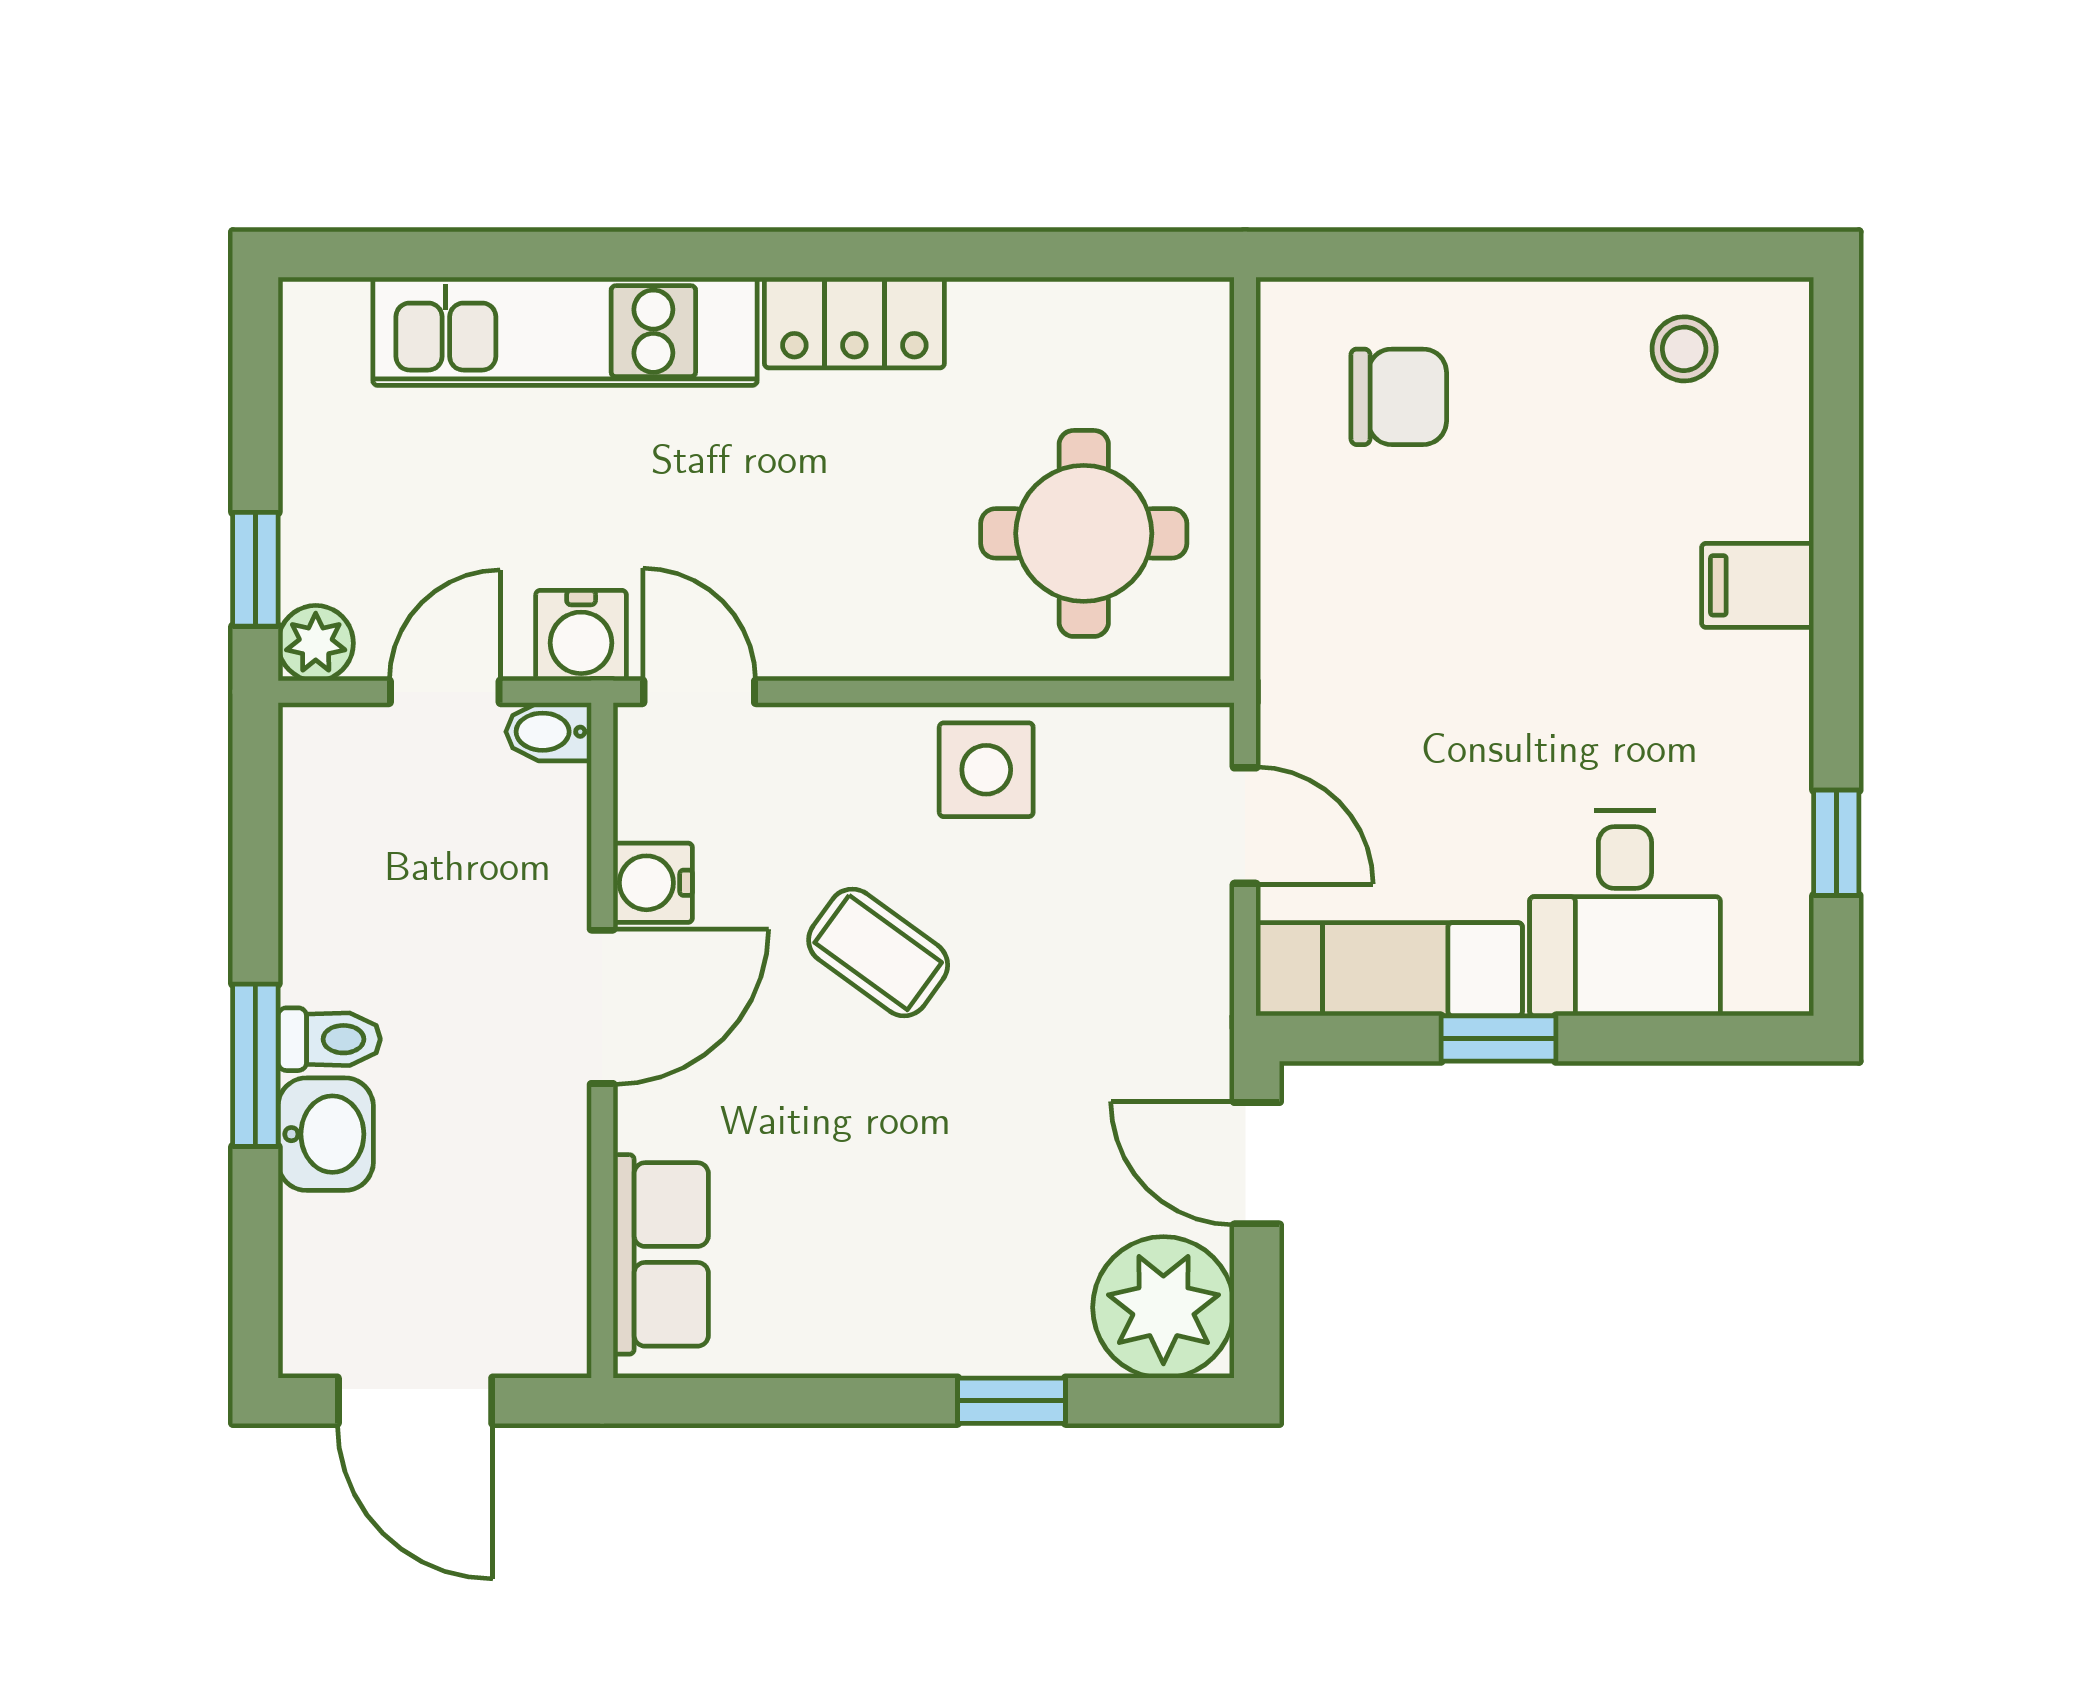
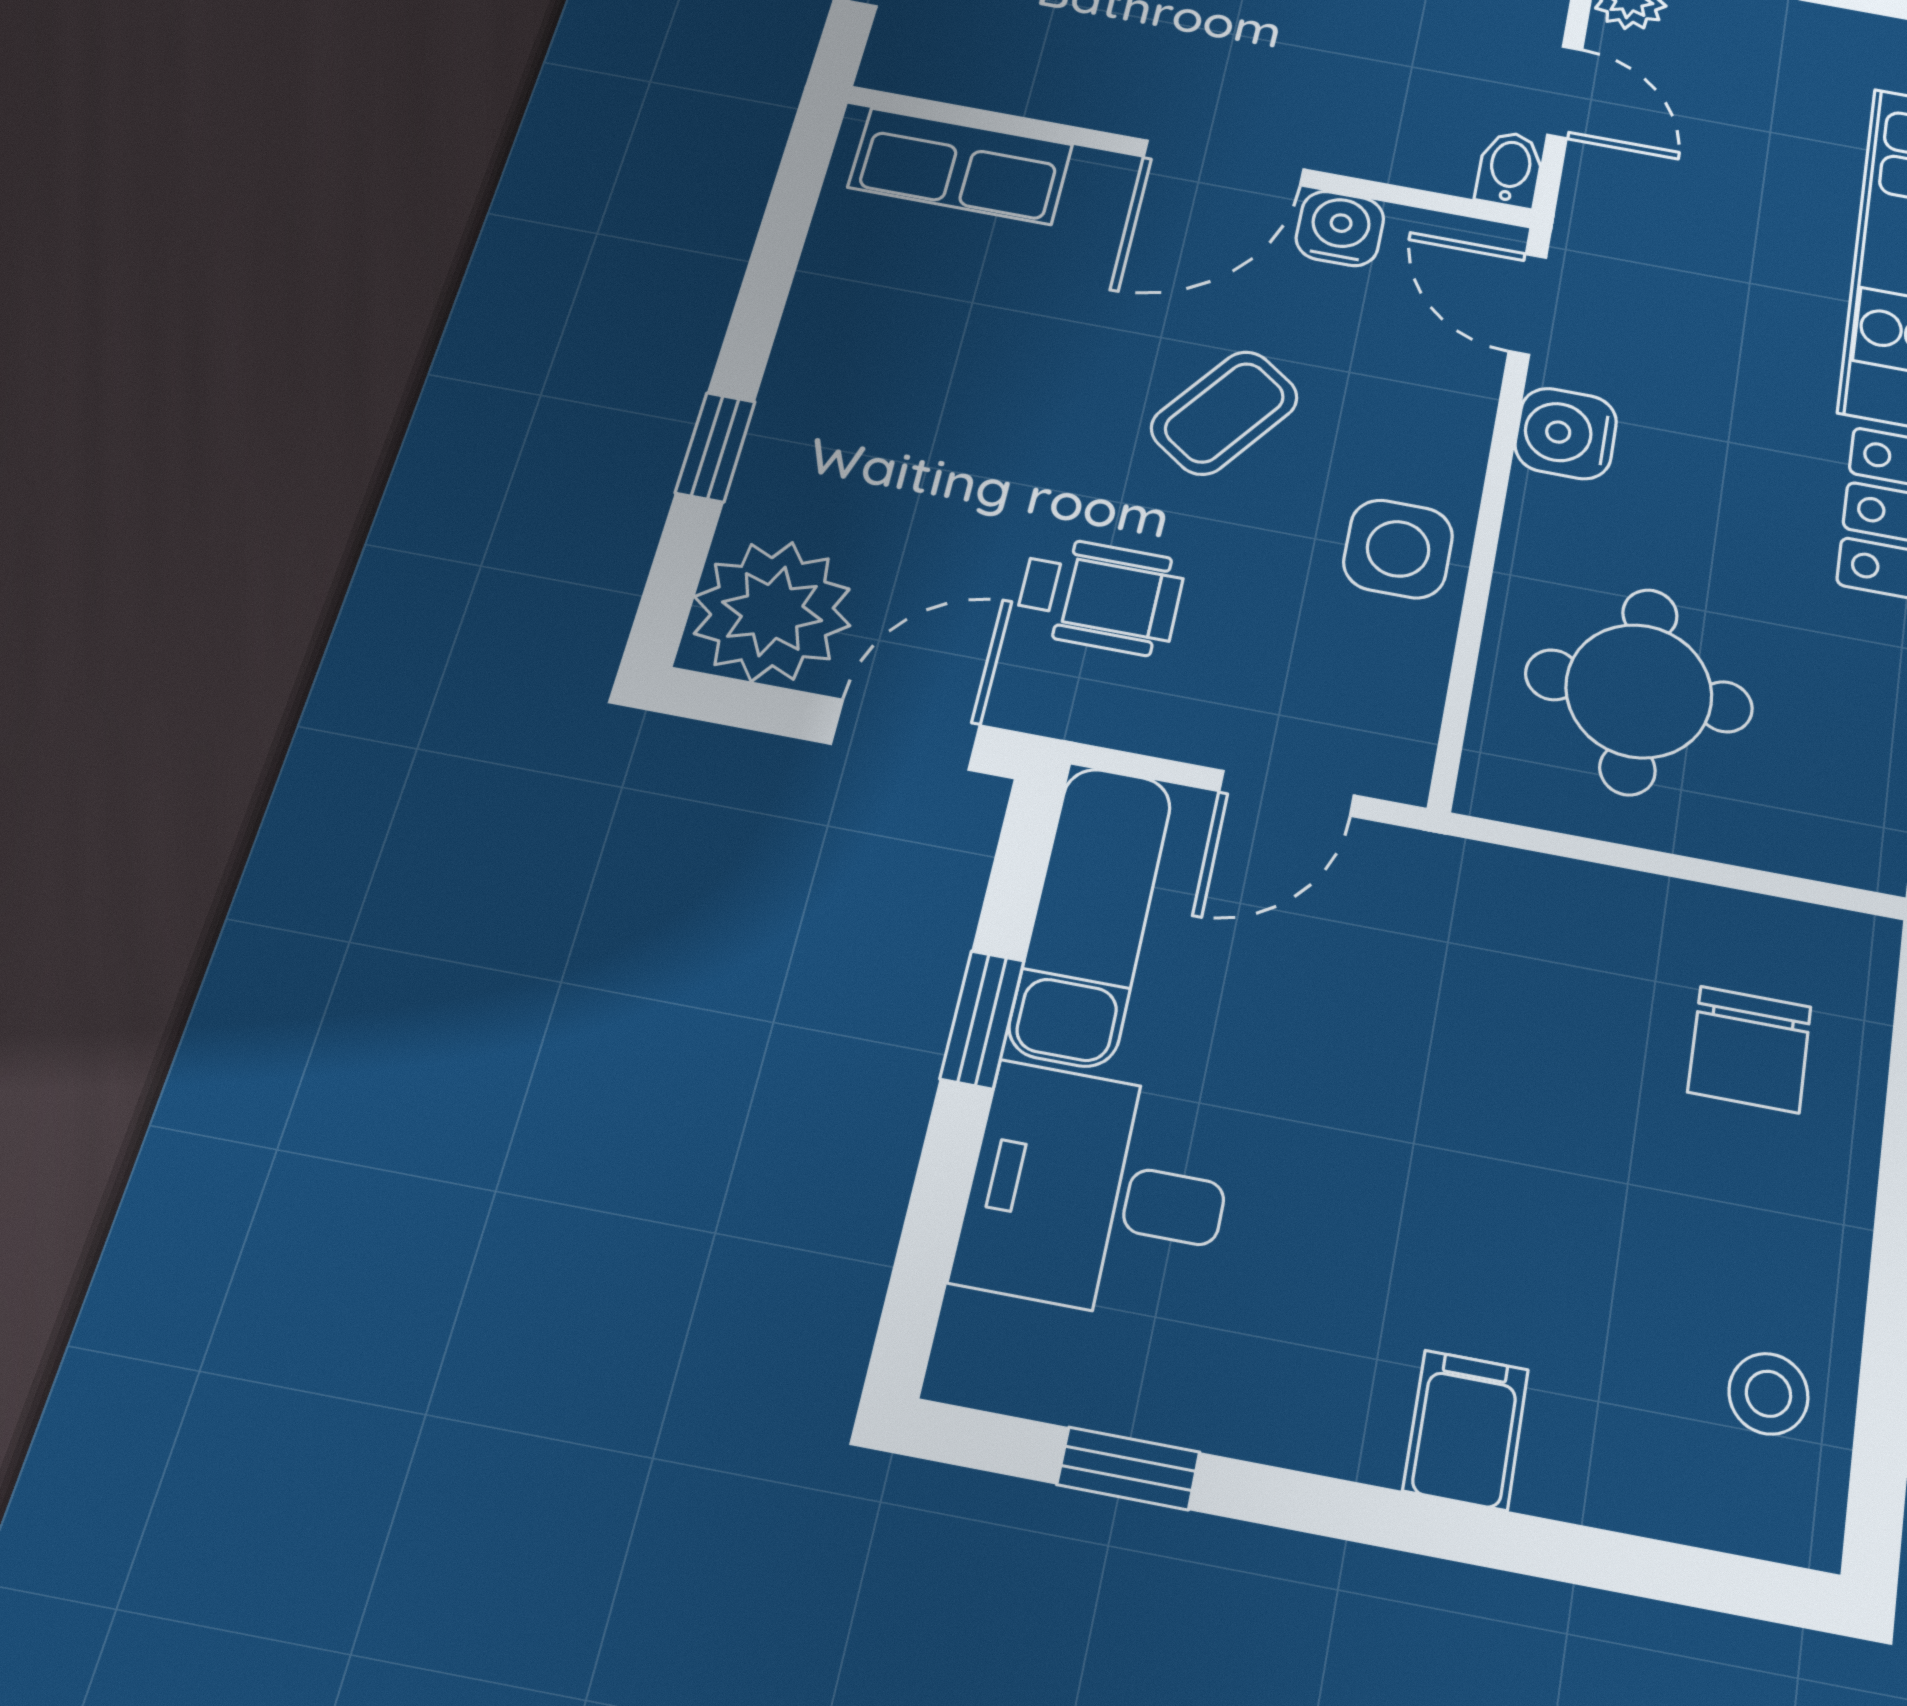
water cooler: (581, 636) -> (1566, 433), moved
door: (699, 692) -> (1528, 304), swing flipped
door: (602, 1007) -> (1224, 163), hinge flipped
wheelchair: (1089, 1025) -> (1100, 596), added

